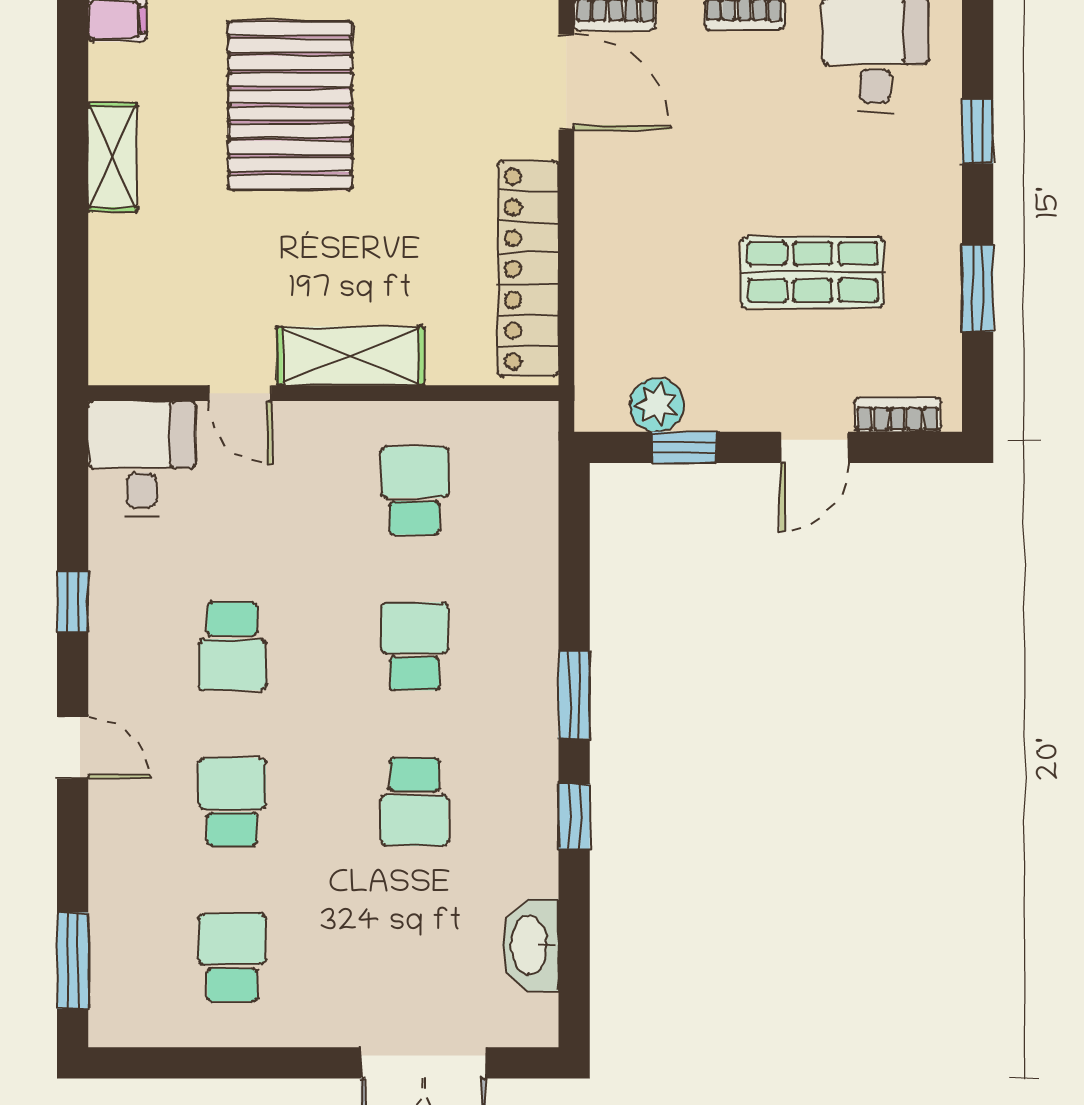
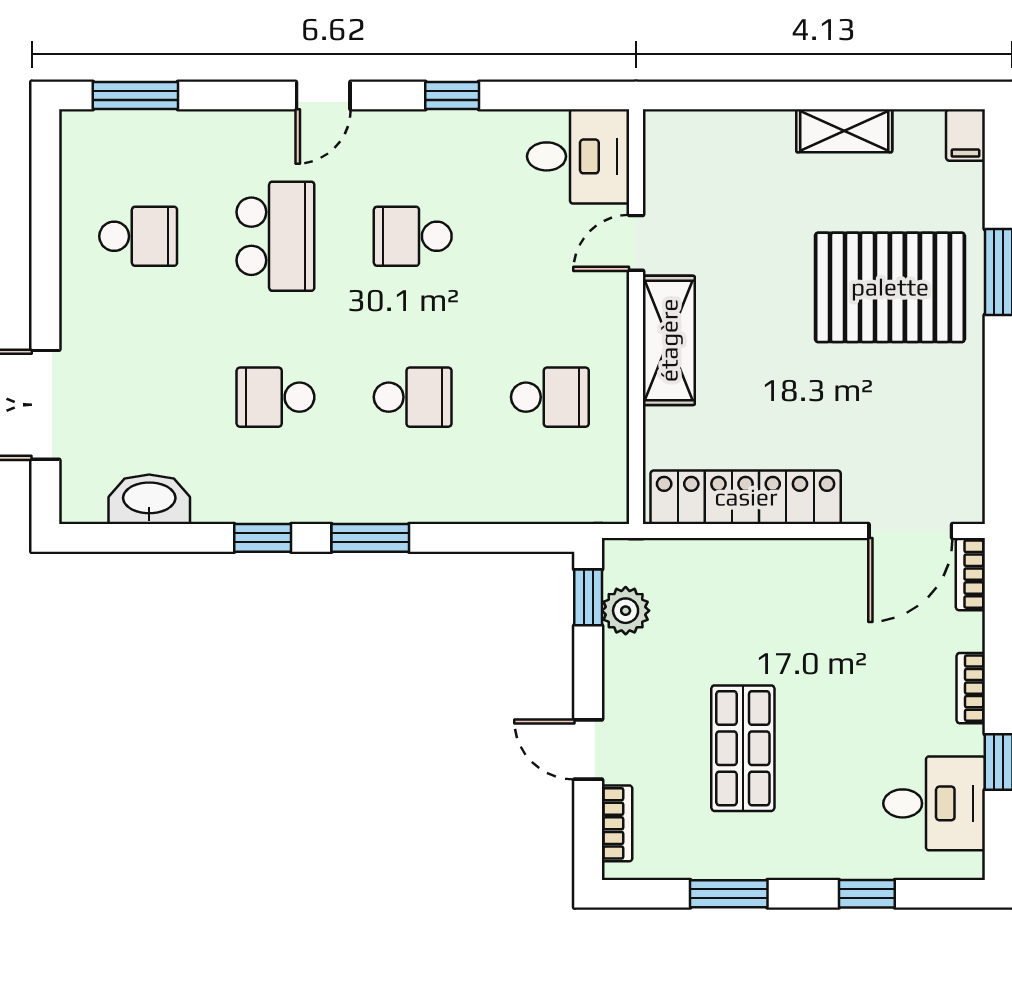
window: (684, 447) -> (588, 597), moved
school desk: (232, 802) -> (275, 236), width x1.85

